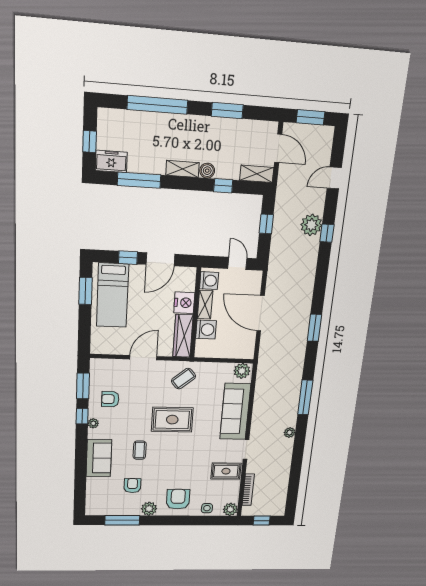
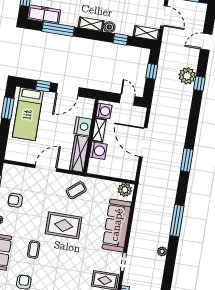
freezer: (111, 161) -> (44, 14), width x1.40

